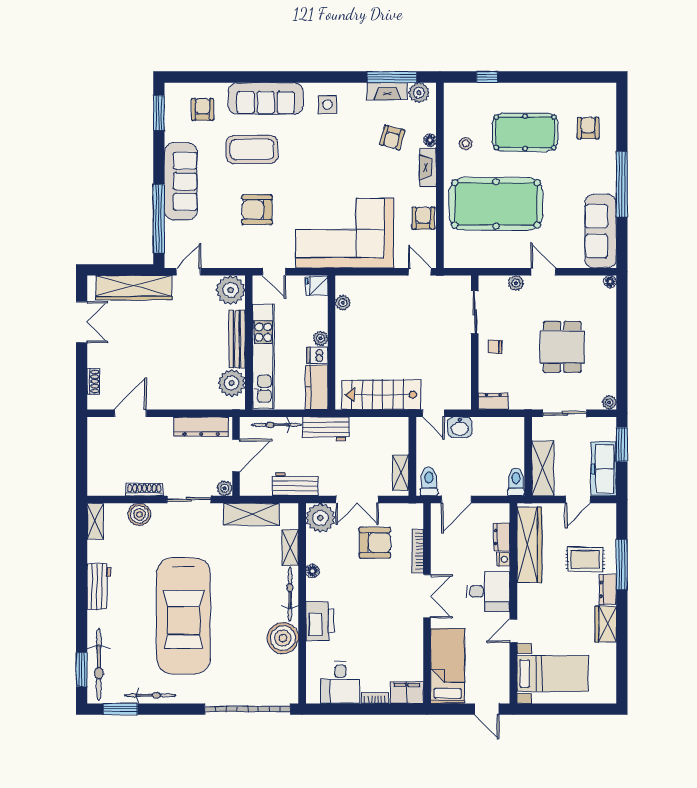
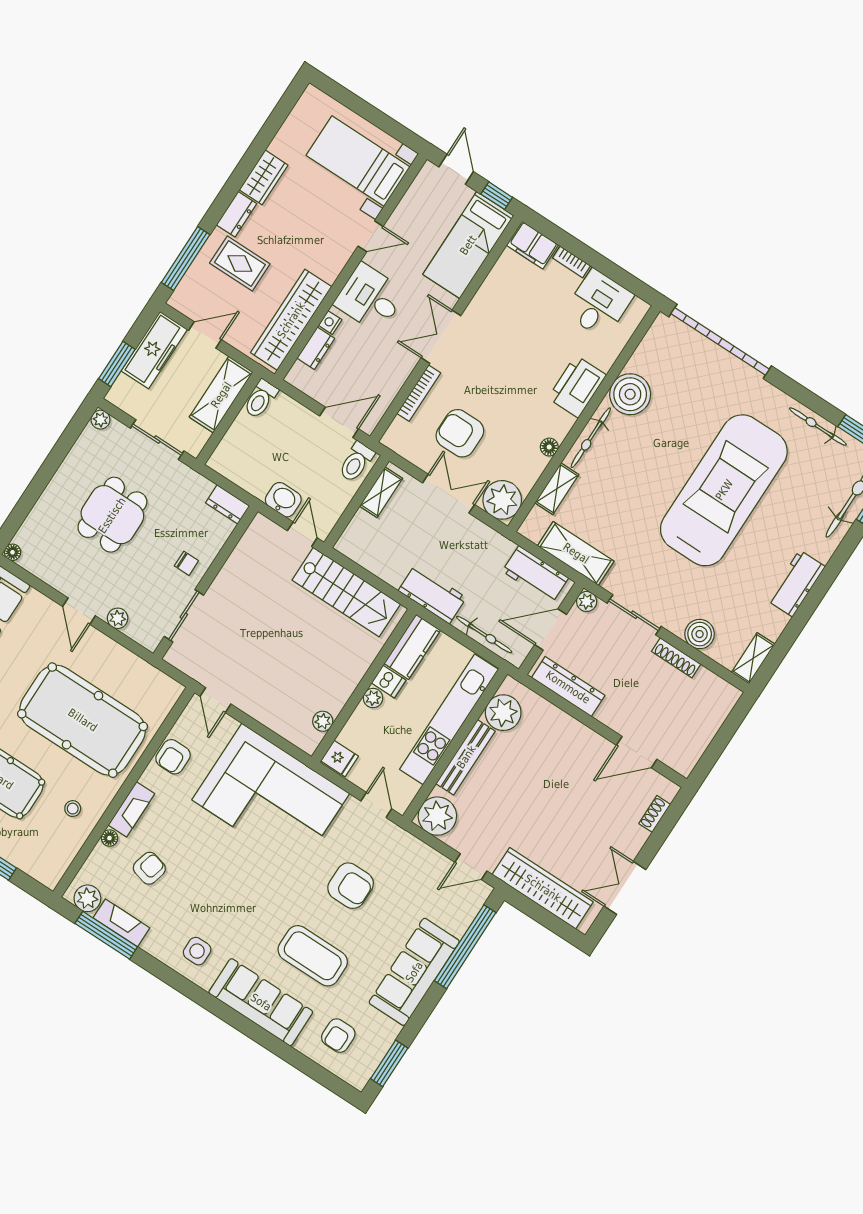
workbench: (295, 484) -> (535, 575), moved
window: (622, 565) -> (186, 258), moved
window: (450, 709) -> (497, 196), added

